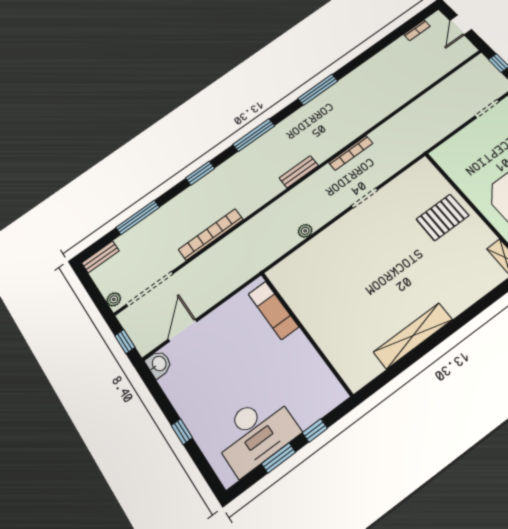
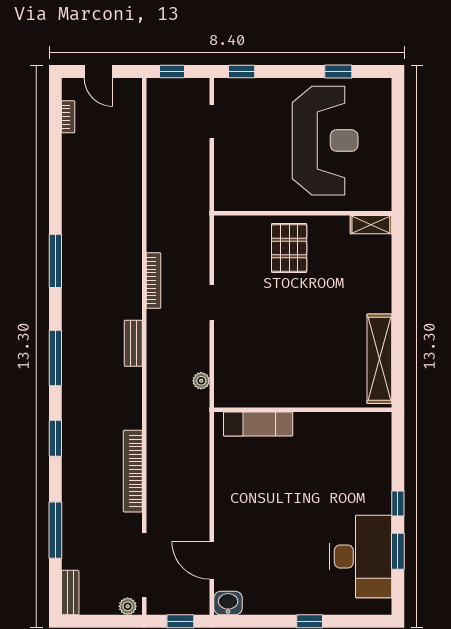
exam couch: (273, 310) -> (258, 424), moved
wall: (306, 333) -> (303, 410), moved

